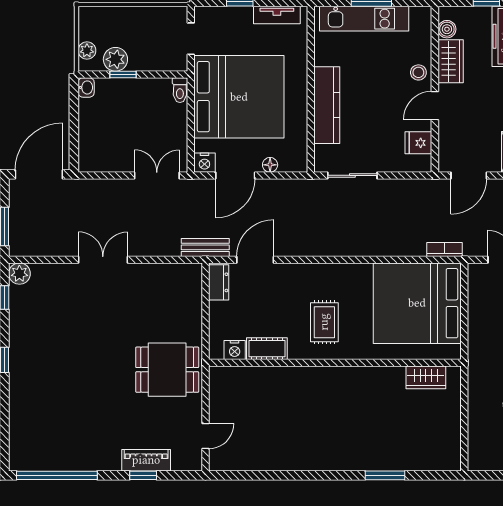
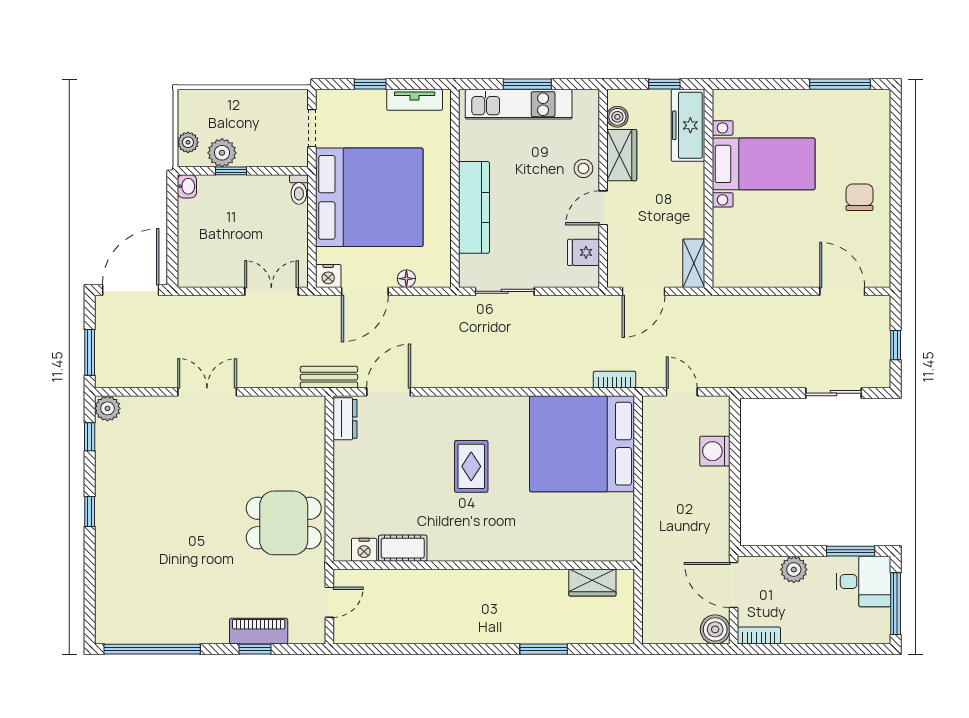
cot: (267, 349) -> (403, 548), moved
nightstand: (235, 350) -> (364, 550), moved
wall: (335, 363) -> (484, 565), moved
wardrobe: (426, 377) -> (592, 582), moved

